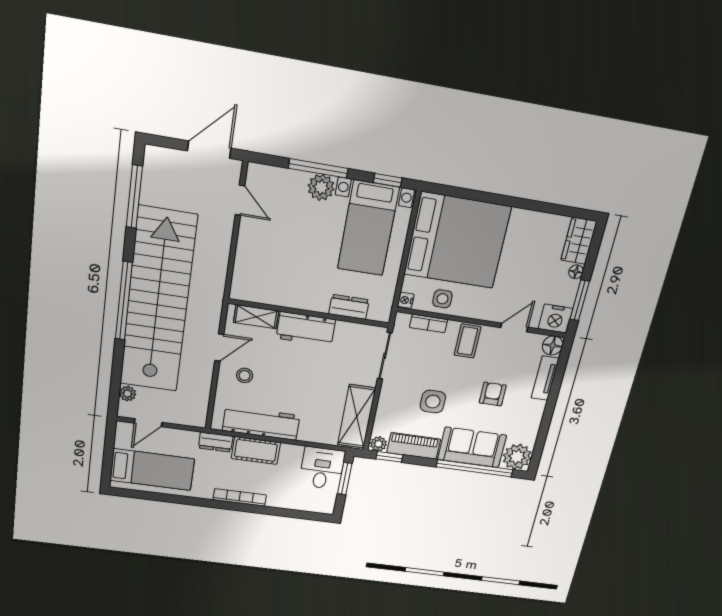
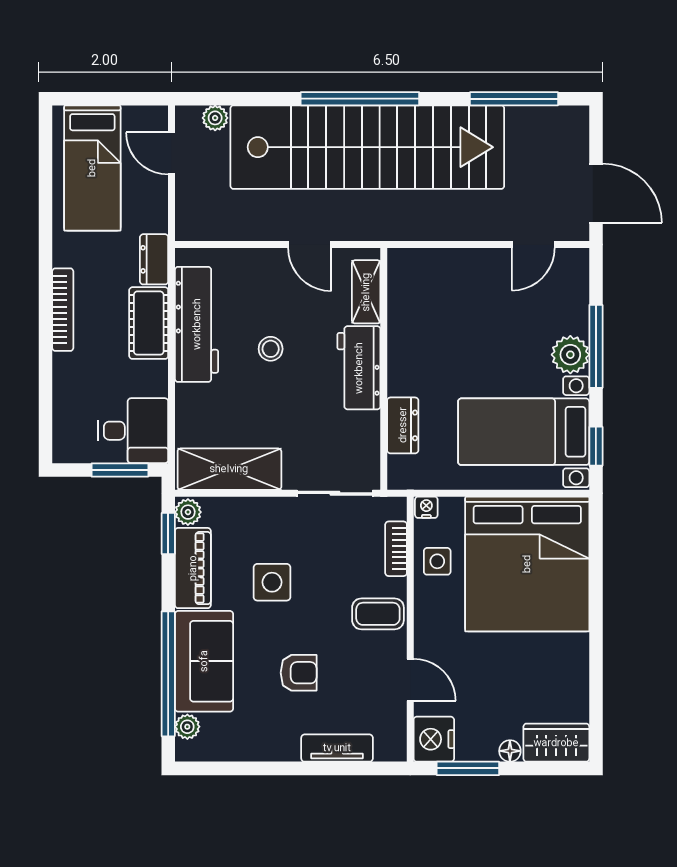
floor lamp: (553, 345) -> (391, 746), removed
stool: (245, 375) -> (271, 349), moved
plant: (517, 457) -> (187, 727), width x0.53, depth x0.53

